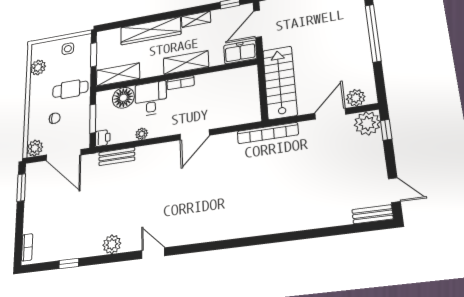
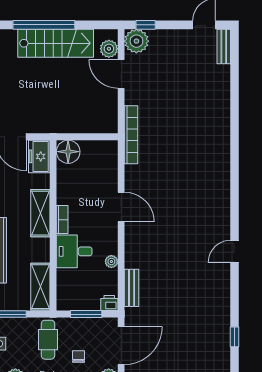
stairs: (280, 83) -> (56, 43), moved, turned 180
floor lamp: (123, 98) -> (68, 152), moved
plant: (112, 244) -> (221, 293), removed

